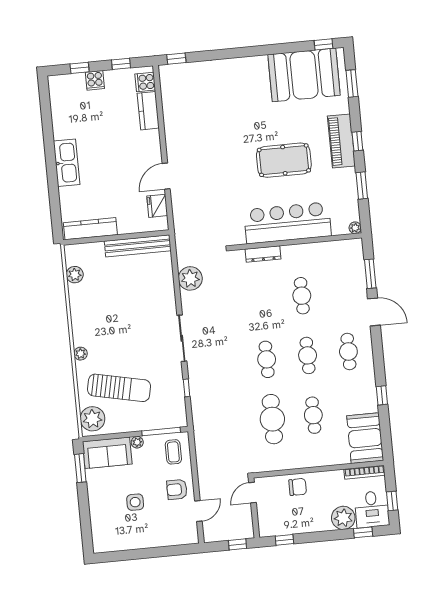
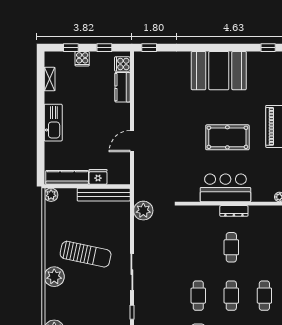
booth: (304, 75) -> (219, 71), moved
shelving: (57, 109) -> (50, 79), added
fridge: (157, 206) -> (98, 177), moved, turned 90
bar counter: (287, 223) -> (225, 188), width x0.73
dresser: (263, 254) -> (234, 211), moved
plant: (75, 275) -> (51, 195), moved
plant: (190, 278) -> (143, 211), moved
plant: (81, 354) -> (54, 277), width x1.88, depth x1.88
sun lounger: (119, 388) -> (86, 254), moved

